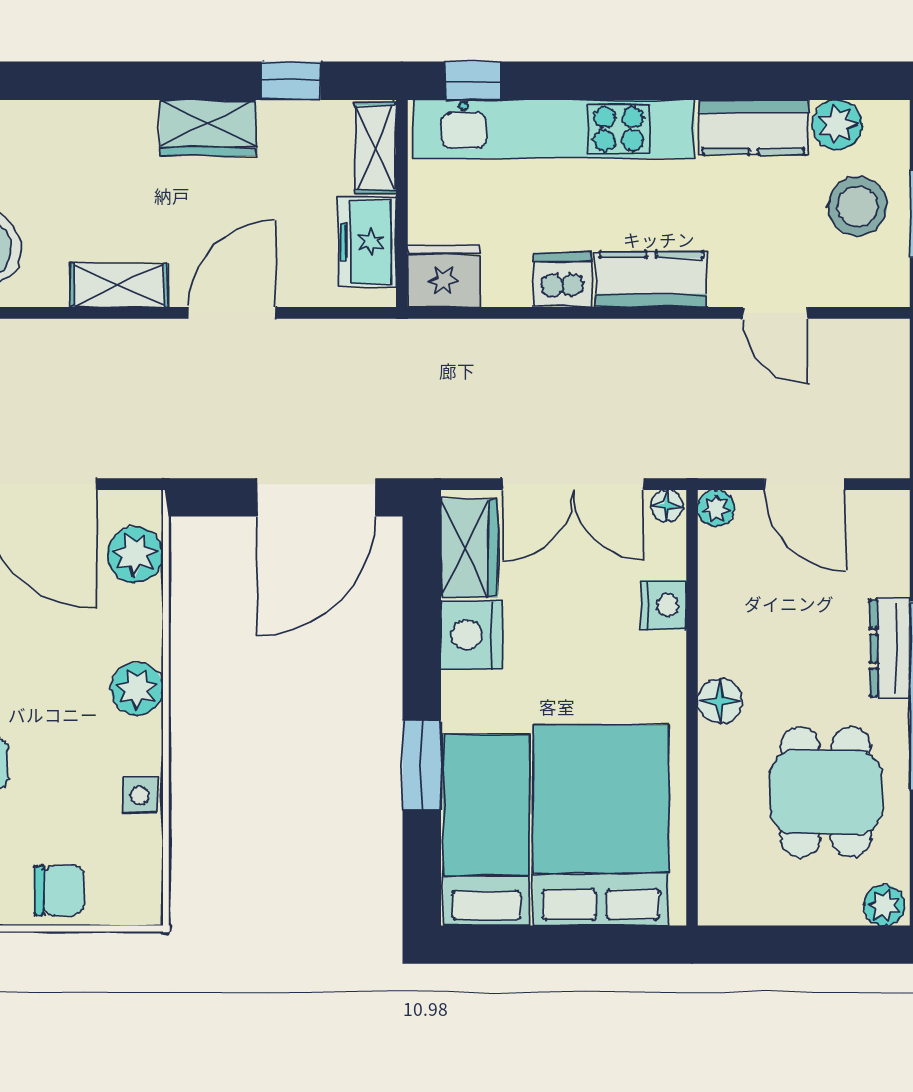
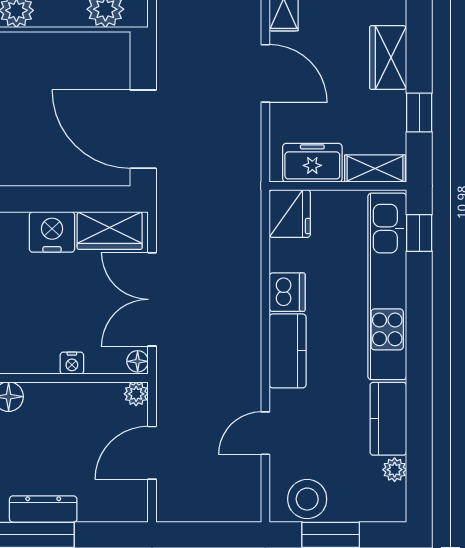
plant: (837, 125) -> (395, 470), width x0.73, depth x0.73
stool: (857, 206) -> (307, 499), moved
nightstand: (664, 605) -> (72, 363), width x0.72, depth x0.74

